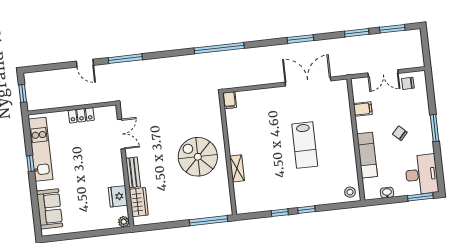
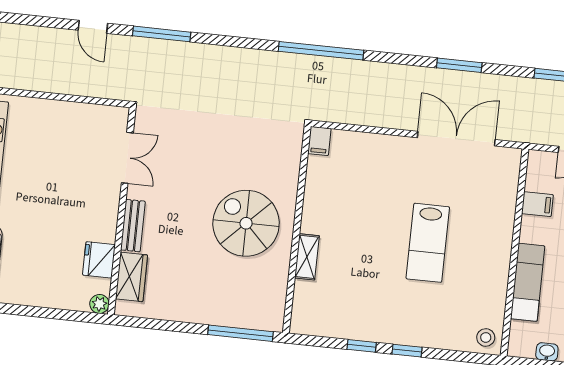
locker: (81, 115) -> (68, 112), removed

